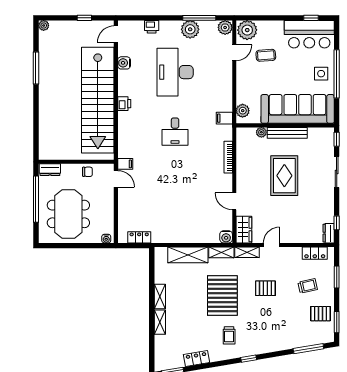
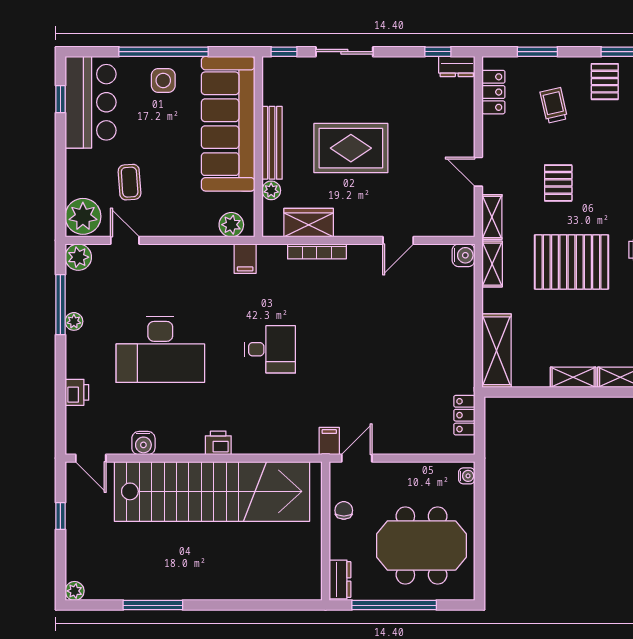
plant: (190, 29) -> (74, 321), width x0.53, depth x0.53
wardrobe: (244, 230) -> (309, 223), moved
shelving: (188, 255) -> (497, 351), moved

